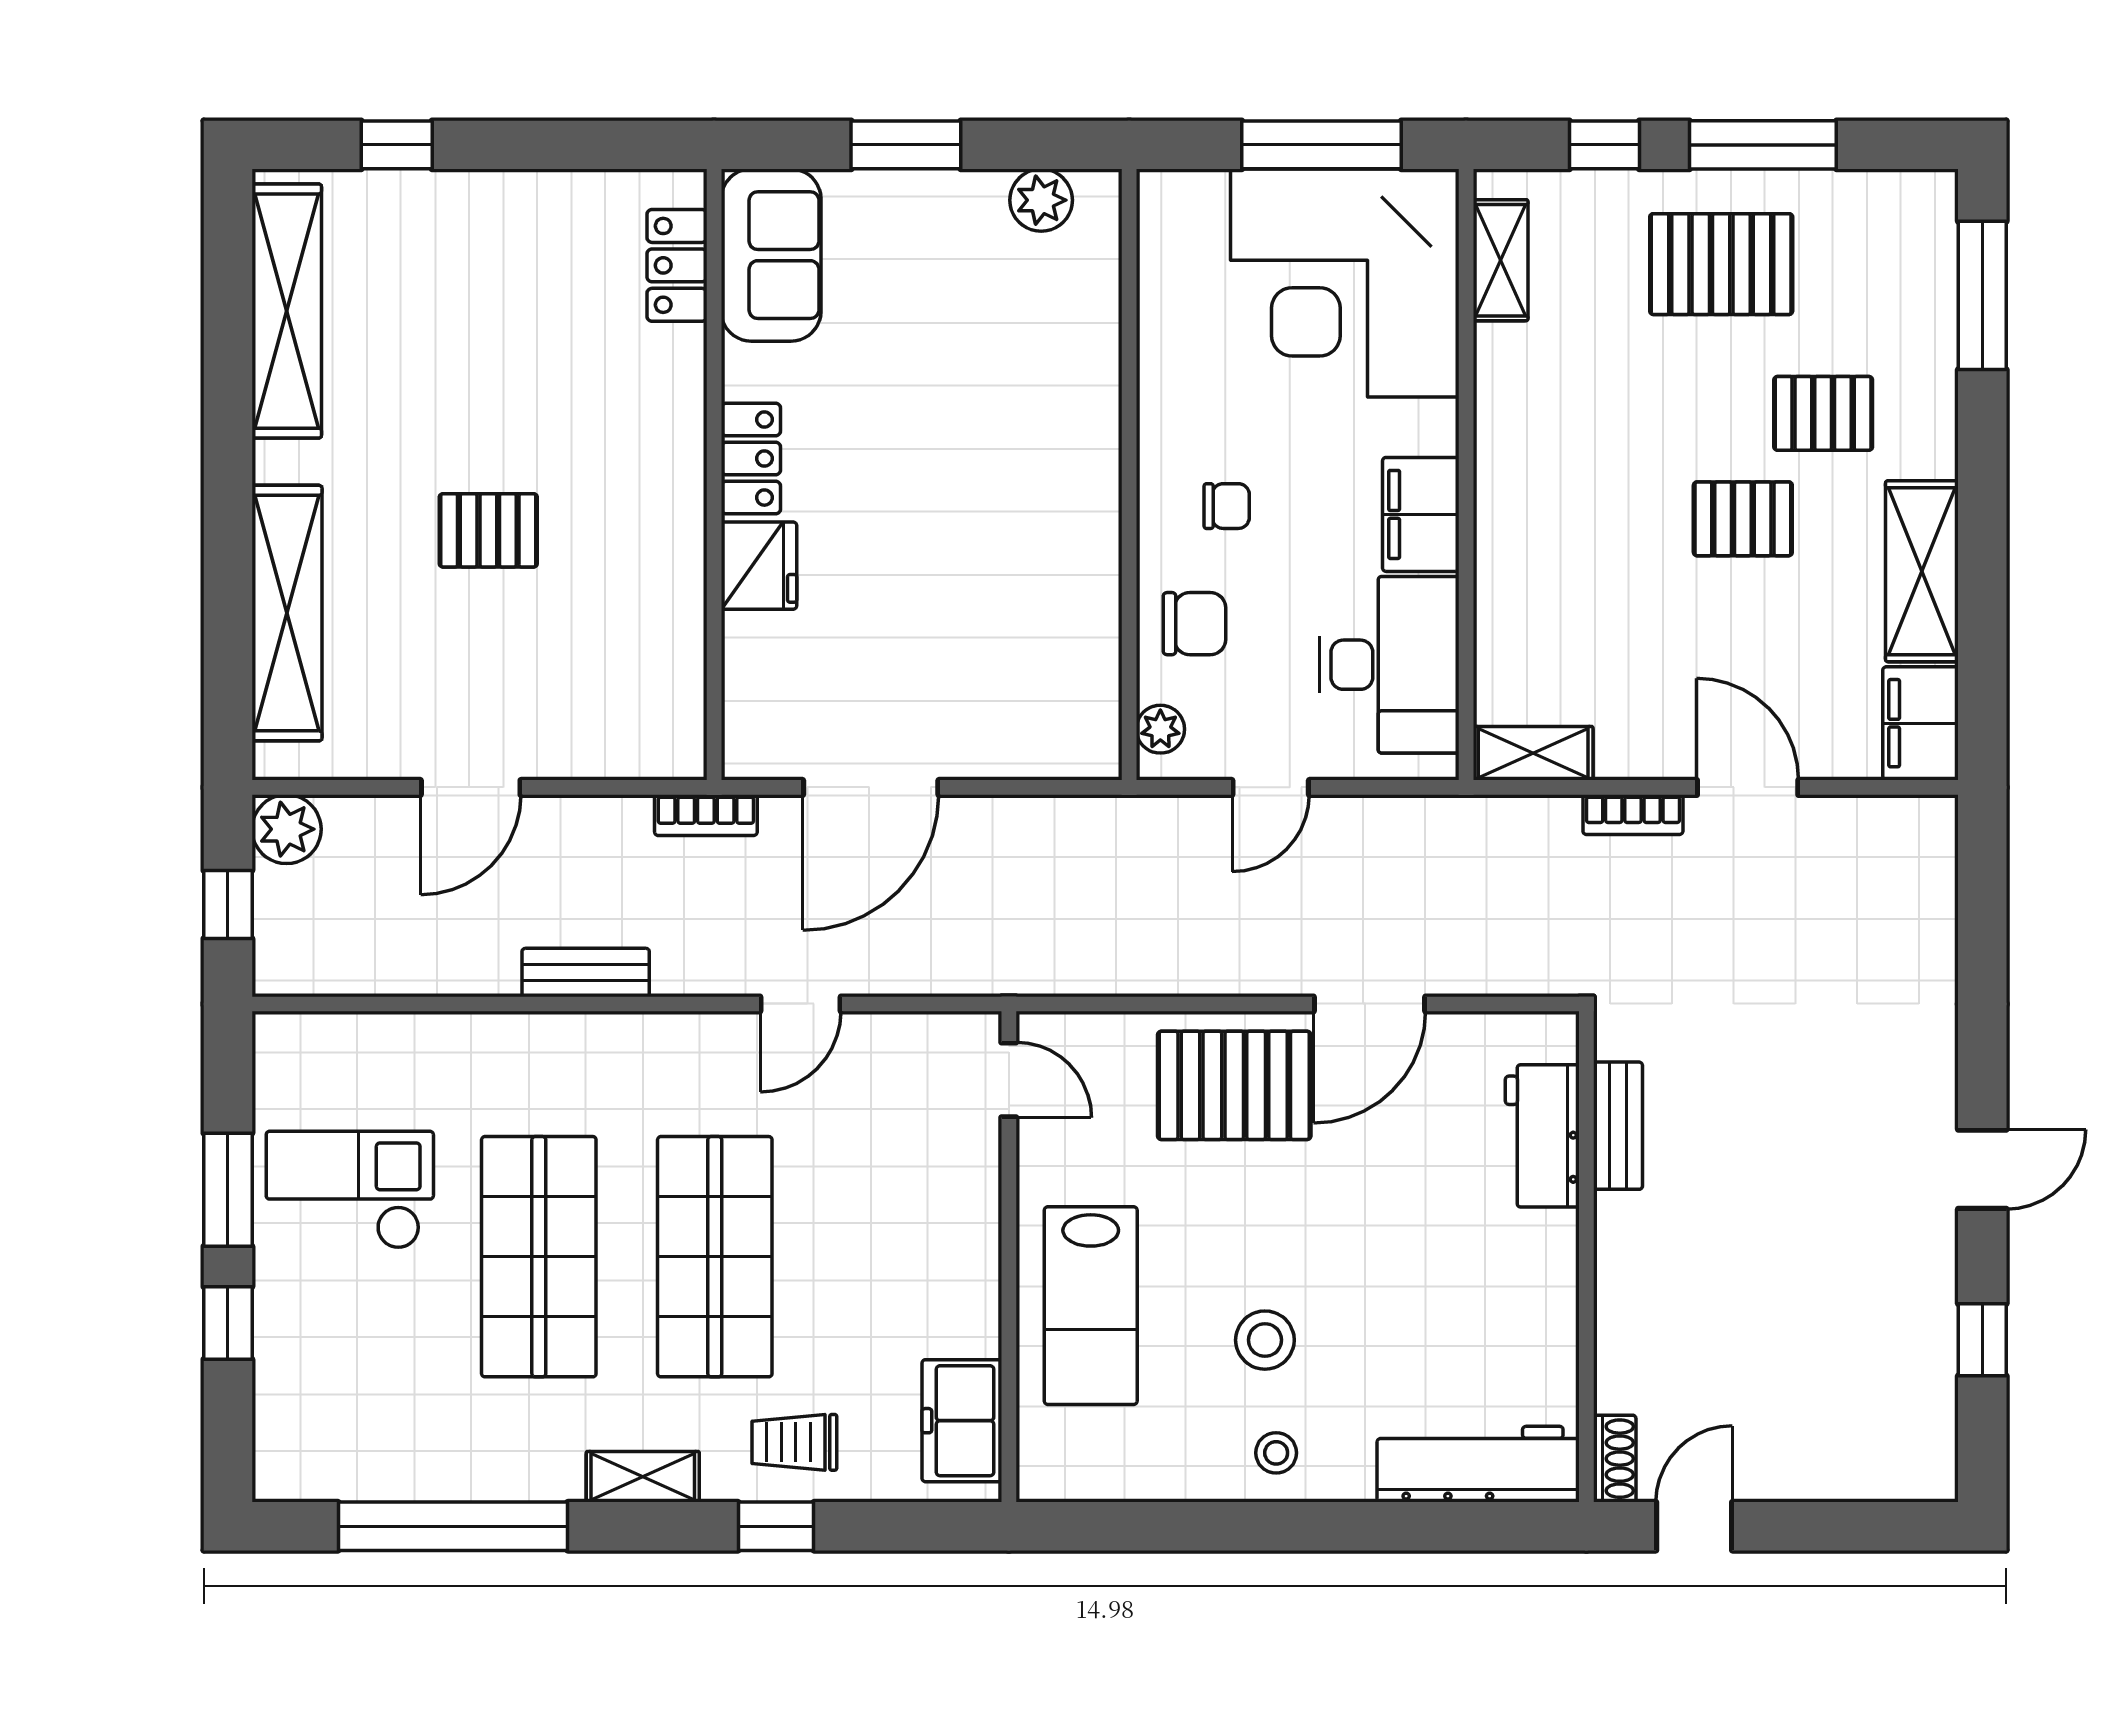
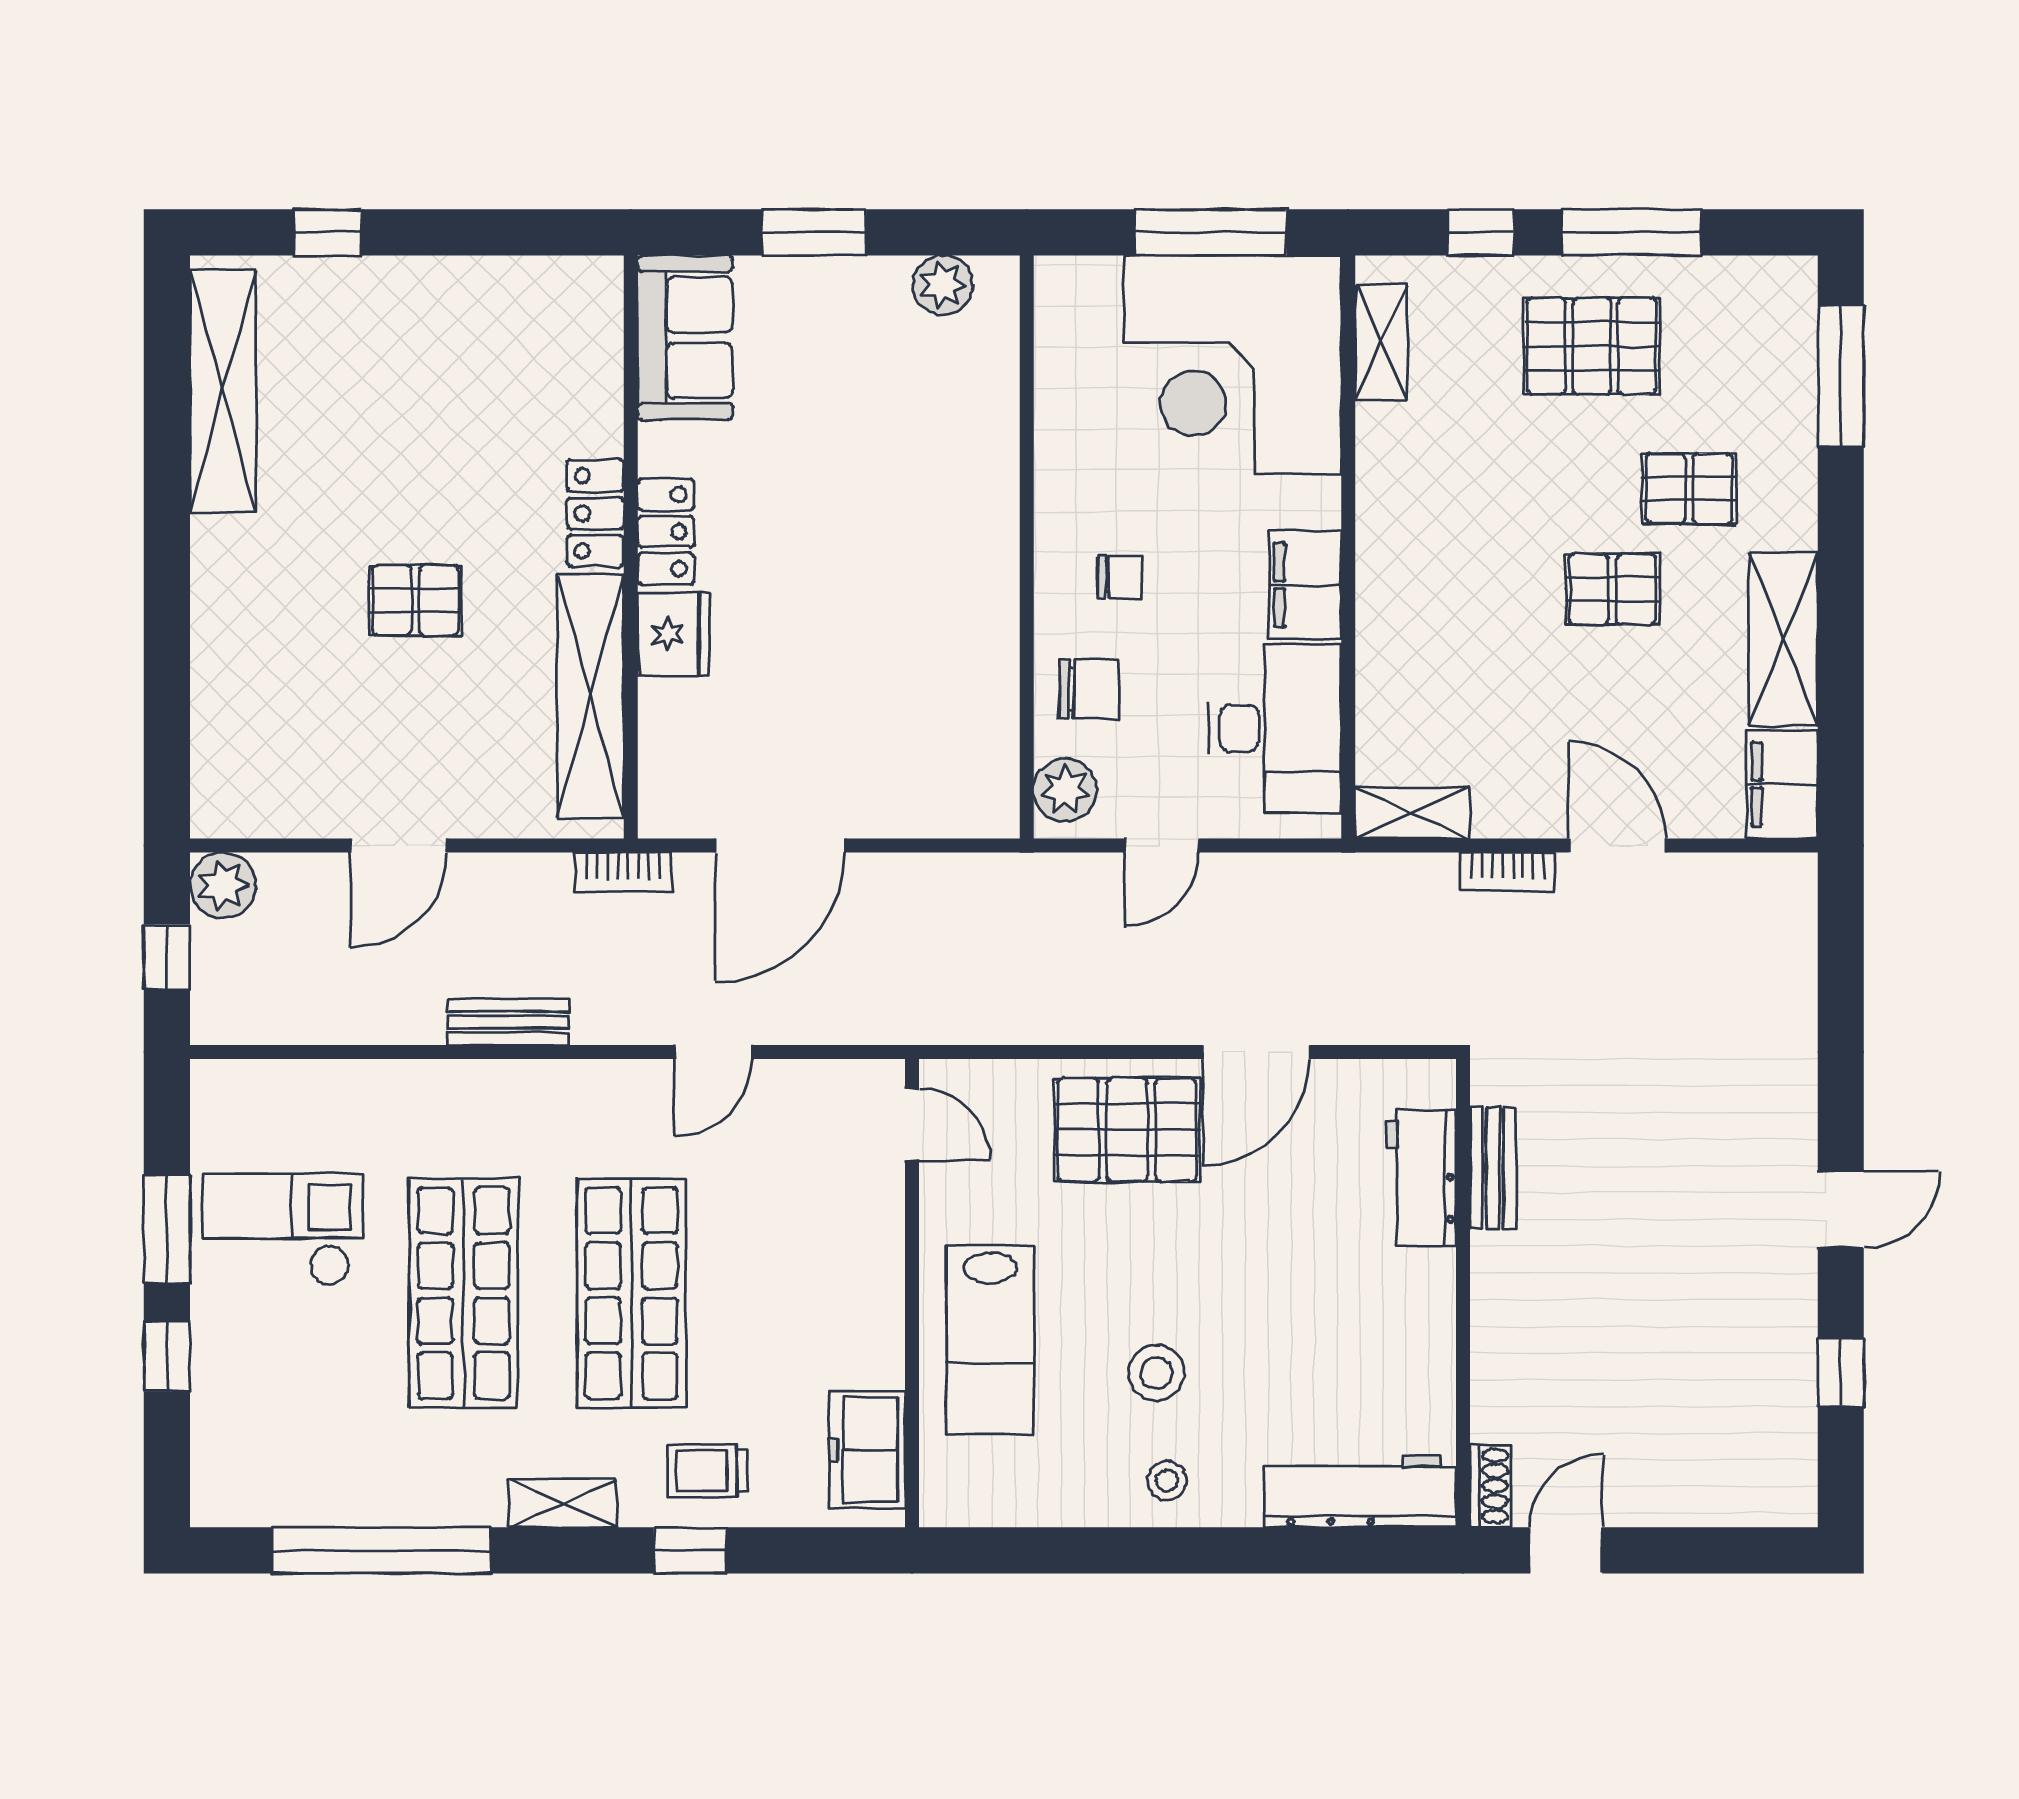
locker: (677, 265) -> (595, 513), moved
shelving: (287, 613) -> (591, 696), moved
plant: (1160, 729) -> (1065, 790), width x1.38, depth x1.38

